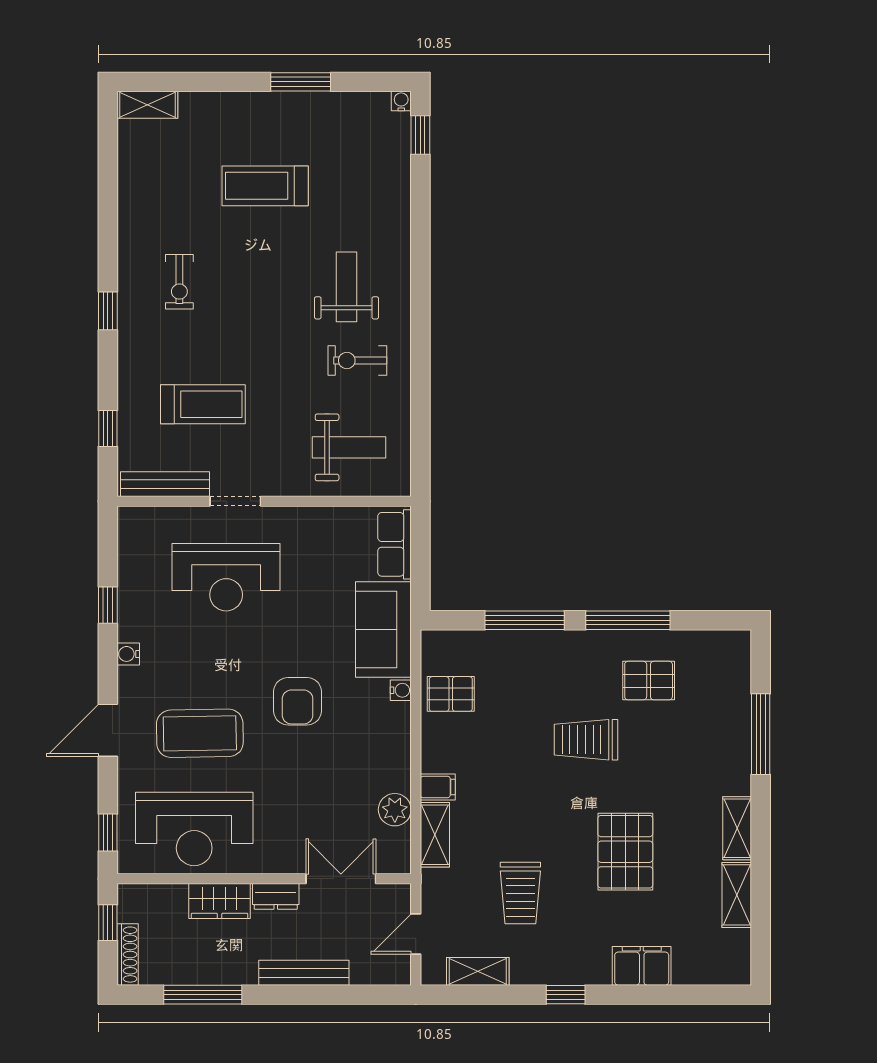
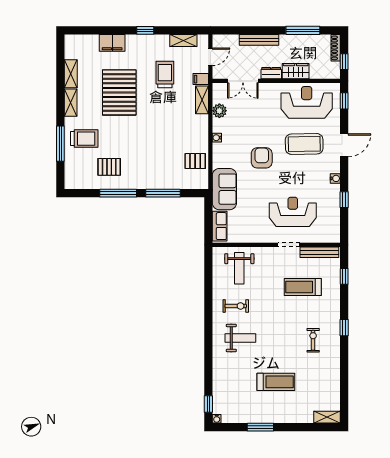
weight bench: (347, 287) -> (240, 338), turned -90
weight bench: (349, 447) -> (239, 268), turned -90
water cooler: (401, 690) -> (217, 138), moved
trolley: (586, 740) -> (84, 139), moved
filing cabinet: (438, 787) -> (201, 79), moved
pallet: (625, 852) -> (119, 92), width x1.37, depth x1.41

